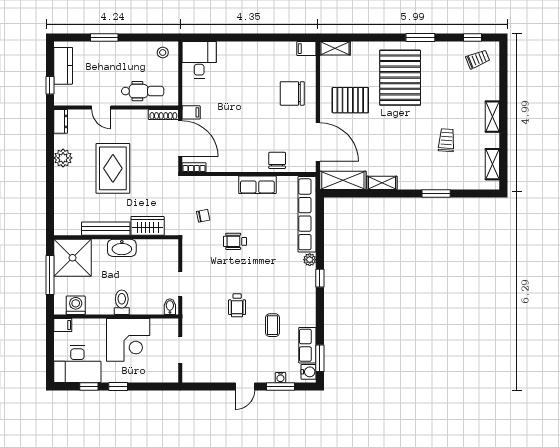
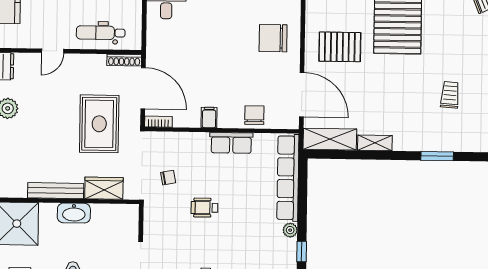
dental chair: (143, 91) -> (101, 33), turned 180
door: (101, 108) -> (53, 51), hinge flipped
filing cabinet: (191, 112) -> (209, 117), moved, turned -90
rug: (113, 168) -> (99, 124), moved

